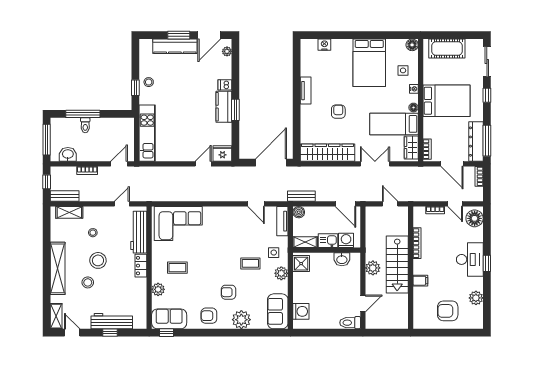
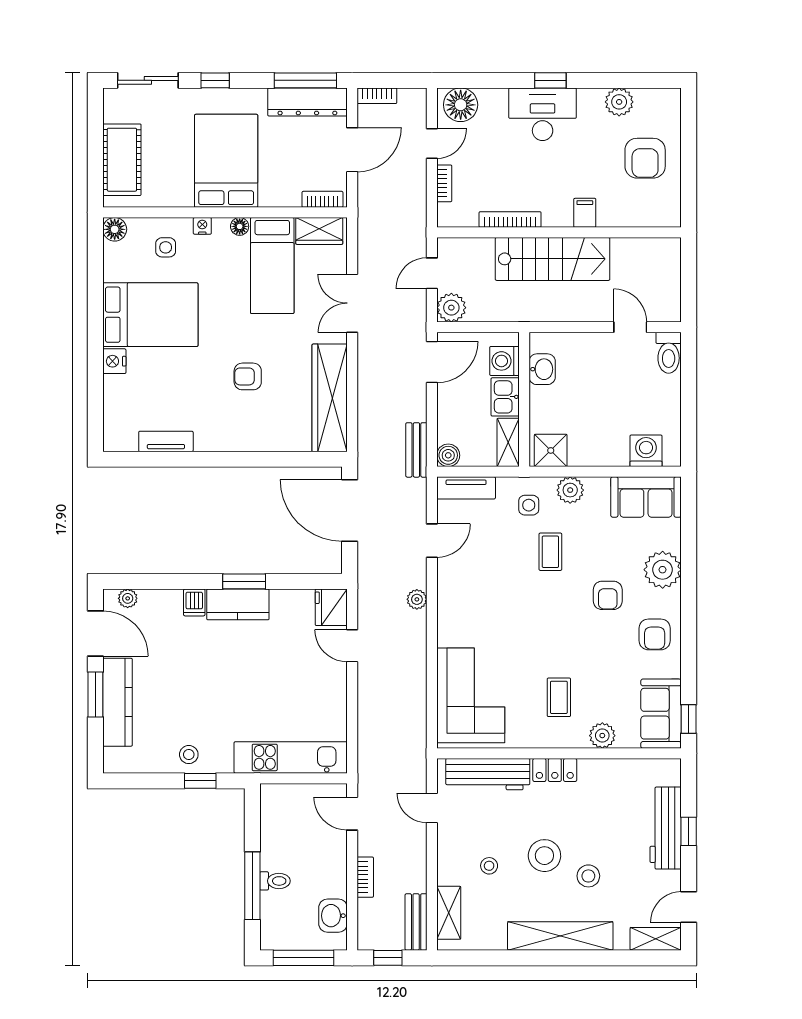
nightstand: (324, 45) -> (114, 361), moved
tv unit: (306, 91) -> (166, 441), moved
plant: (226, 196) -> (417, 599), added
plant: (373, 268) -> (451, 308), moved

